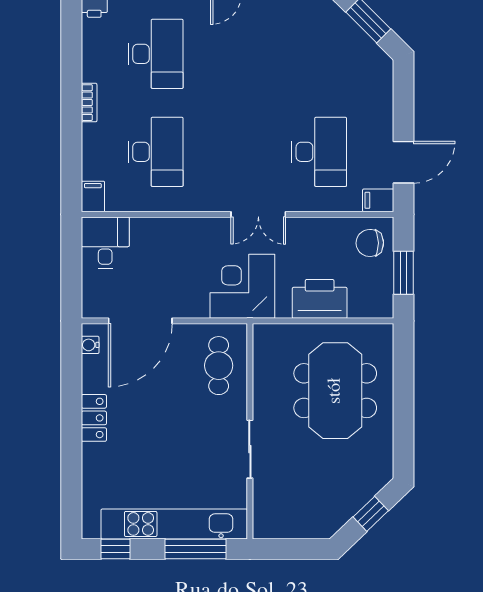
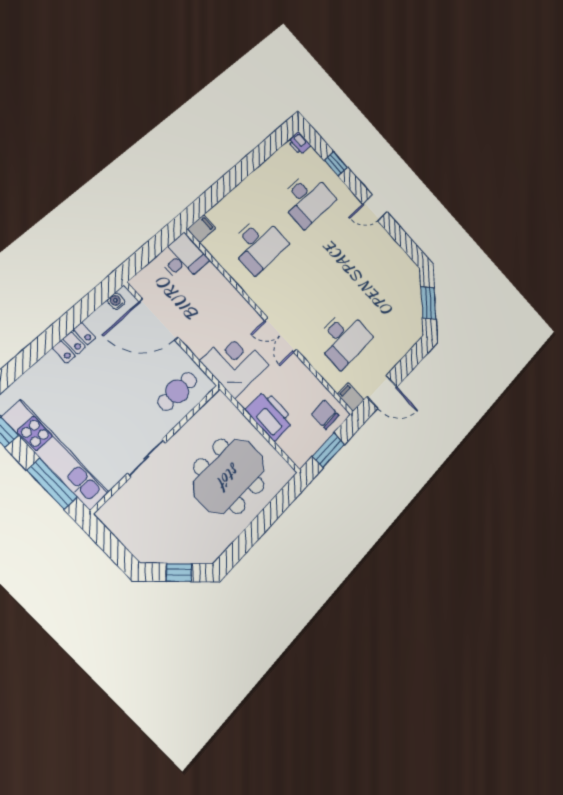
bookcase: (89, 103) -> (249, 183), removed

